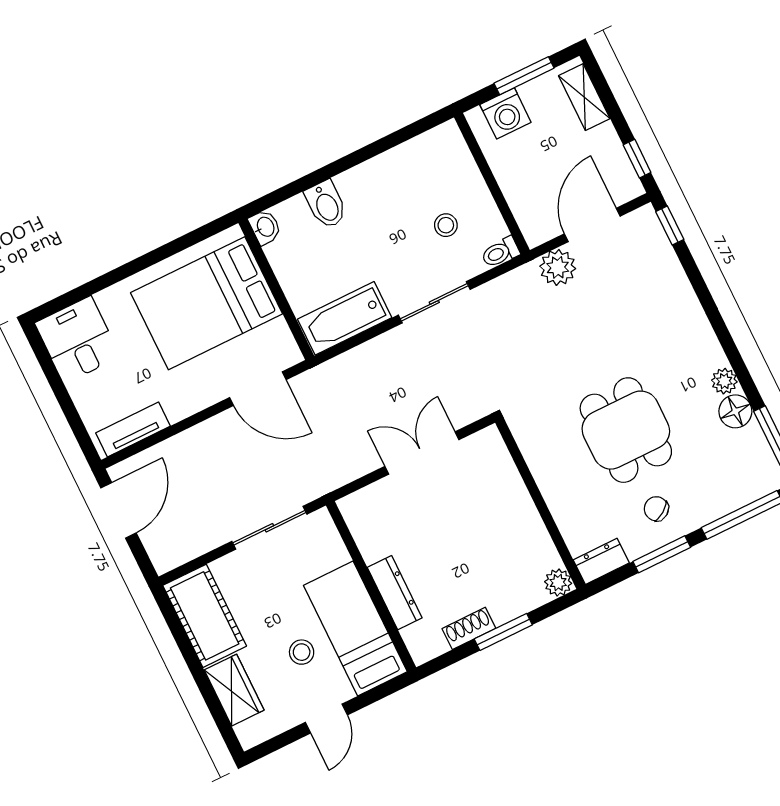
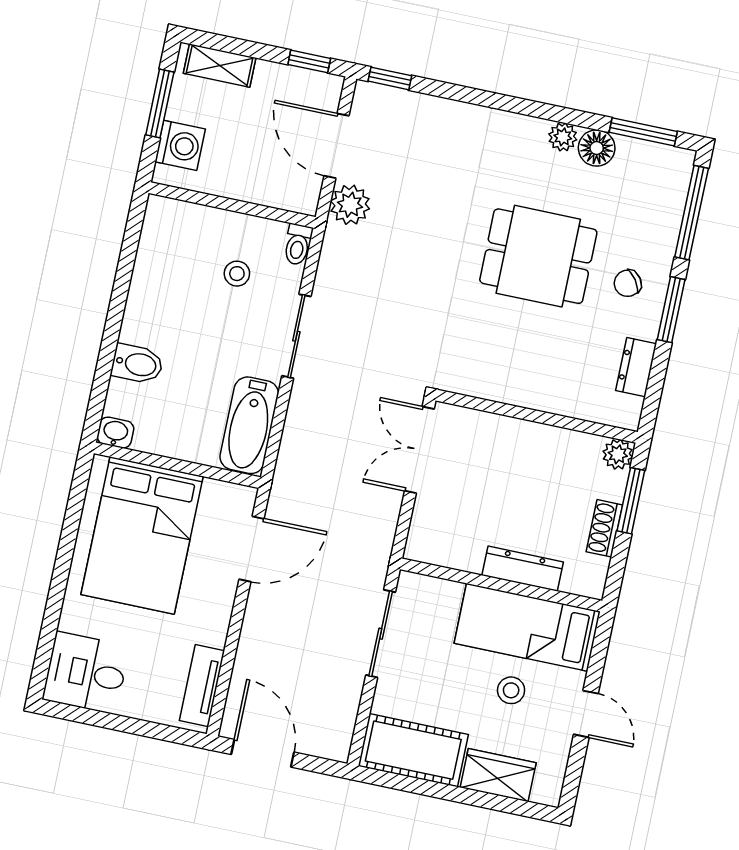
wall: (540, 504) -> (537, 416), moved
plant: (558, 583) -> (618, 454), moved

